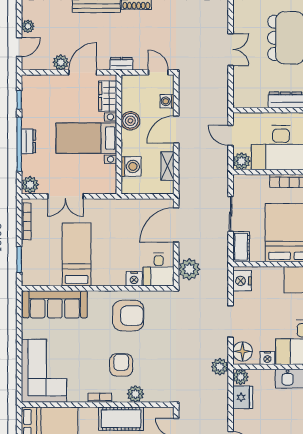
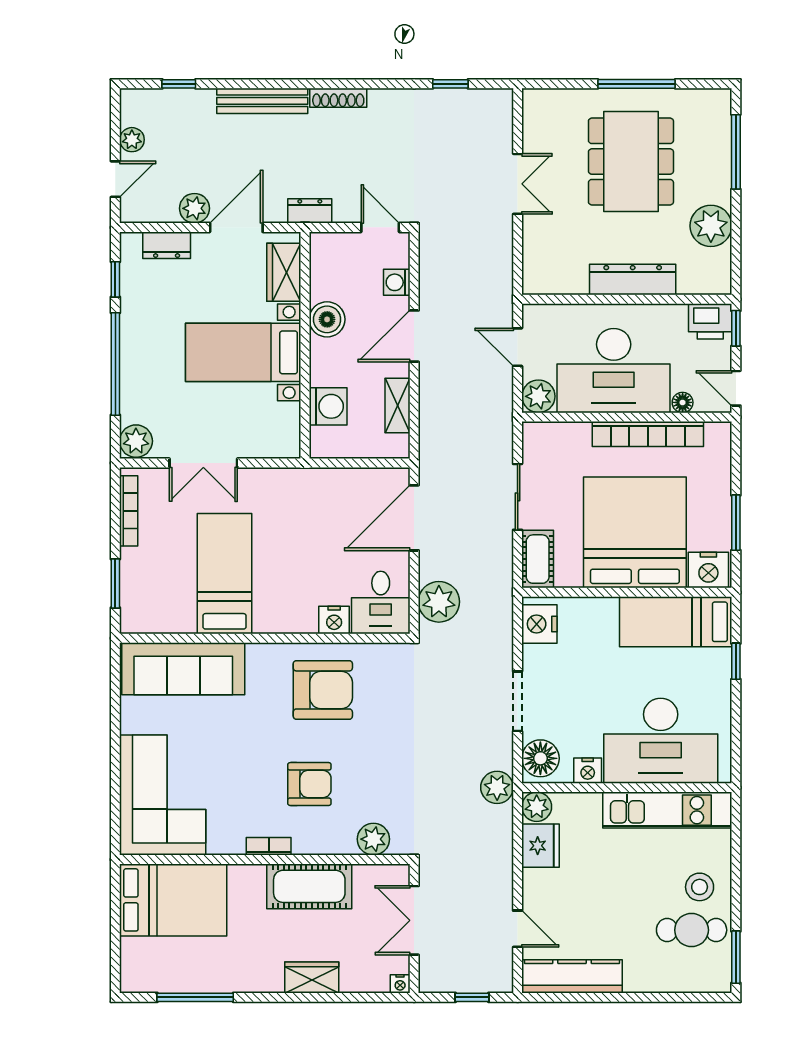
dresser: (28, 141) -> (167, 245), moved, turned 90
armchair: (121, 365) -> (309, 784), turned 90
plant: (135, 394) -> (373, 839), moved

